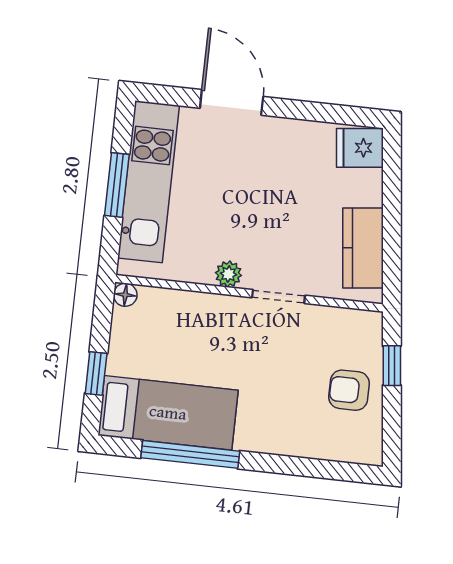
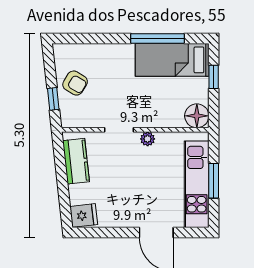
floor lamp: (125, 295) -> (197, 116), width x1.89, depth x1.89
armchair: (349, 390) -> (75, 83), turned 31

